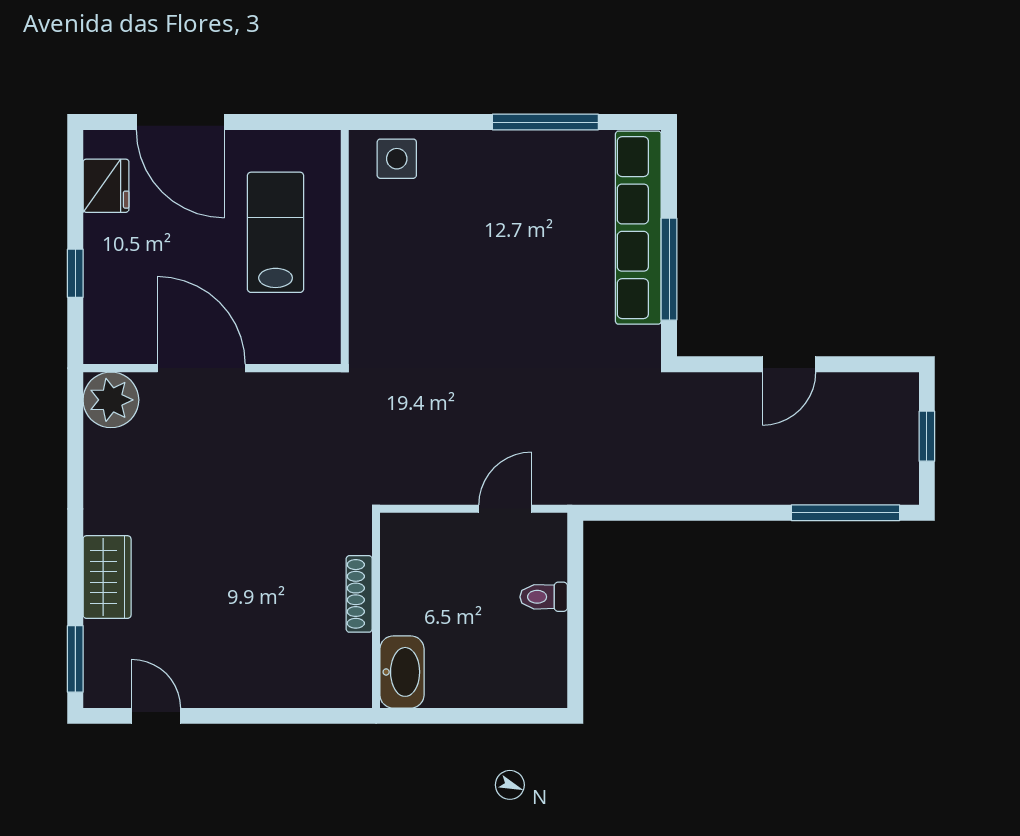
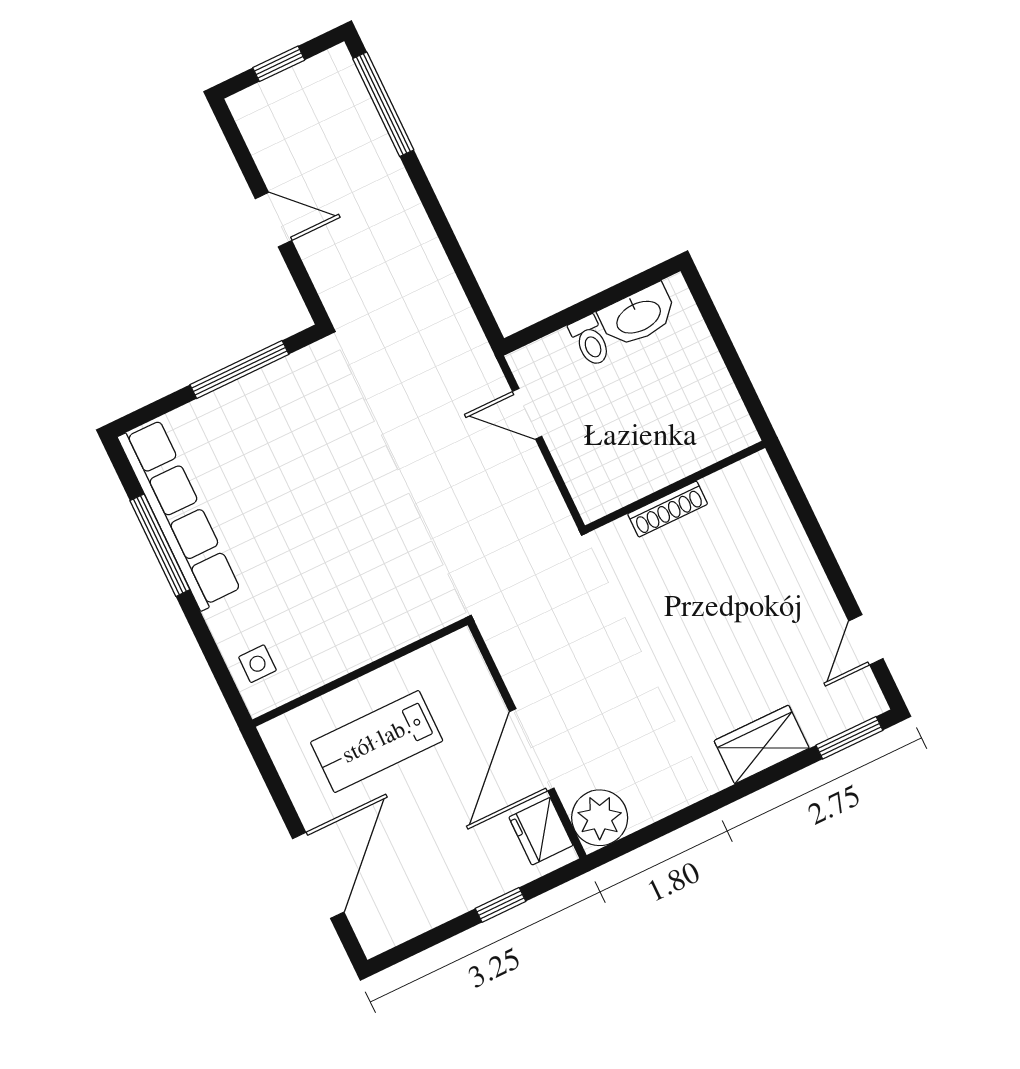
side table: (397, 159) -> (257, 664), width x0.73, depth x0.73
fridge: (106, 186) -> (541, 831), moved, turned -90
row of seats: (638, 228) -> (179, 514), moved, turned -90
washbasin: (402, 672) -> (638, 316), moved, turned 180

